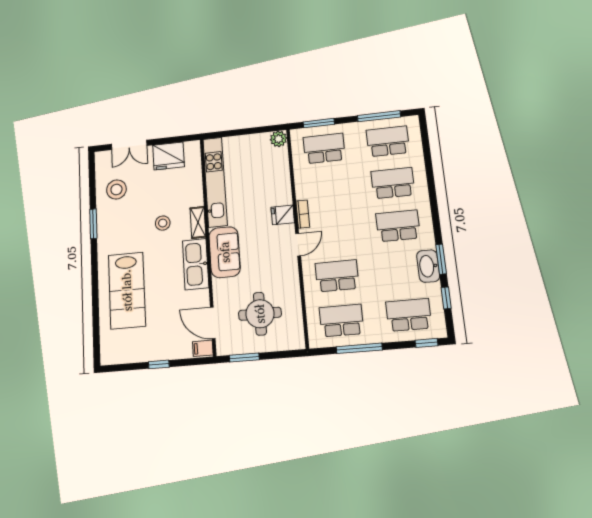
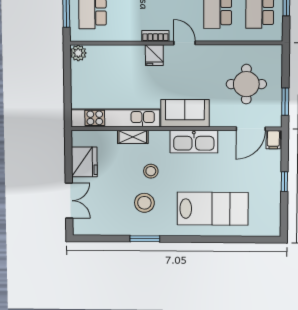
stool: (116, 189) -> (144, 203), moved
shelving: (198, 222) -> (133, 137), moved

